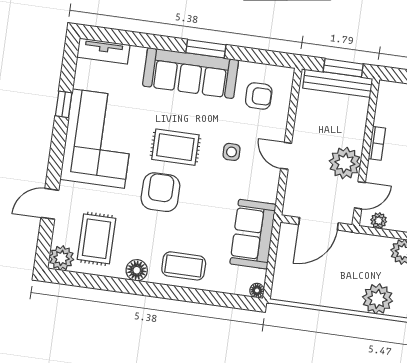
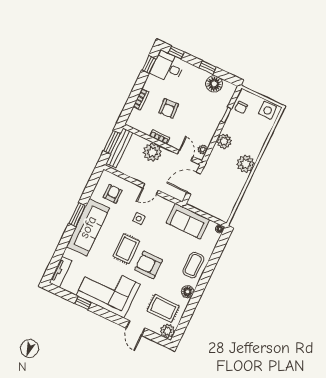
plant: (345, 163) -> (152, 152), moved
door: (318, 224) -> (194, 183), swing flipped

